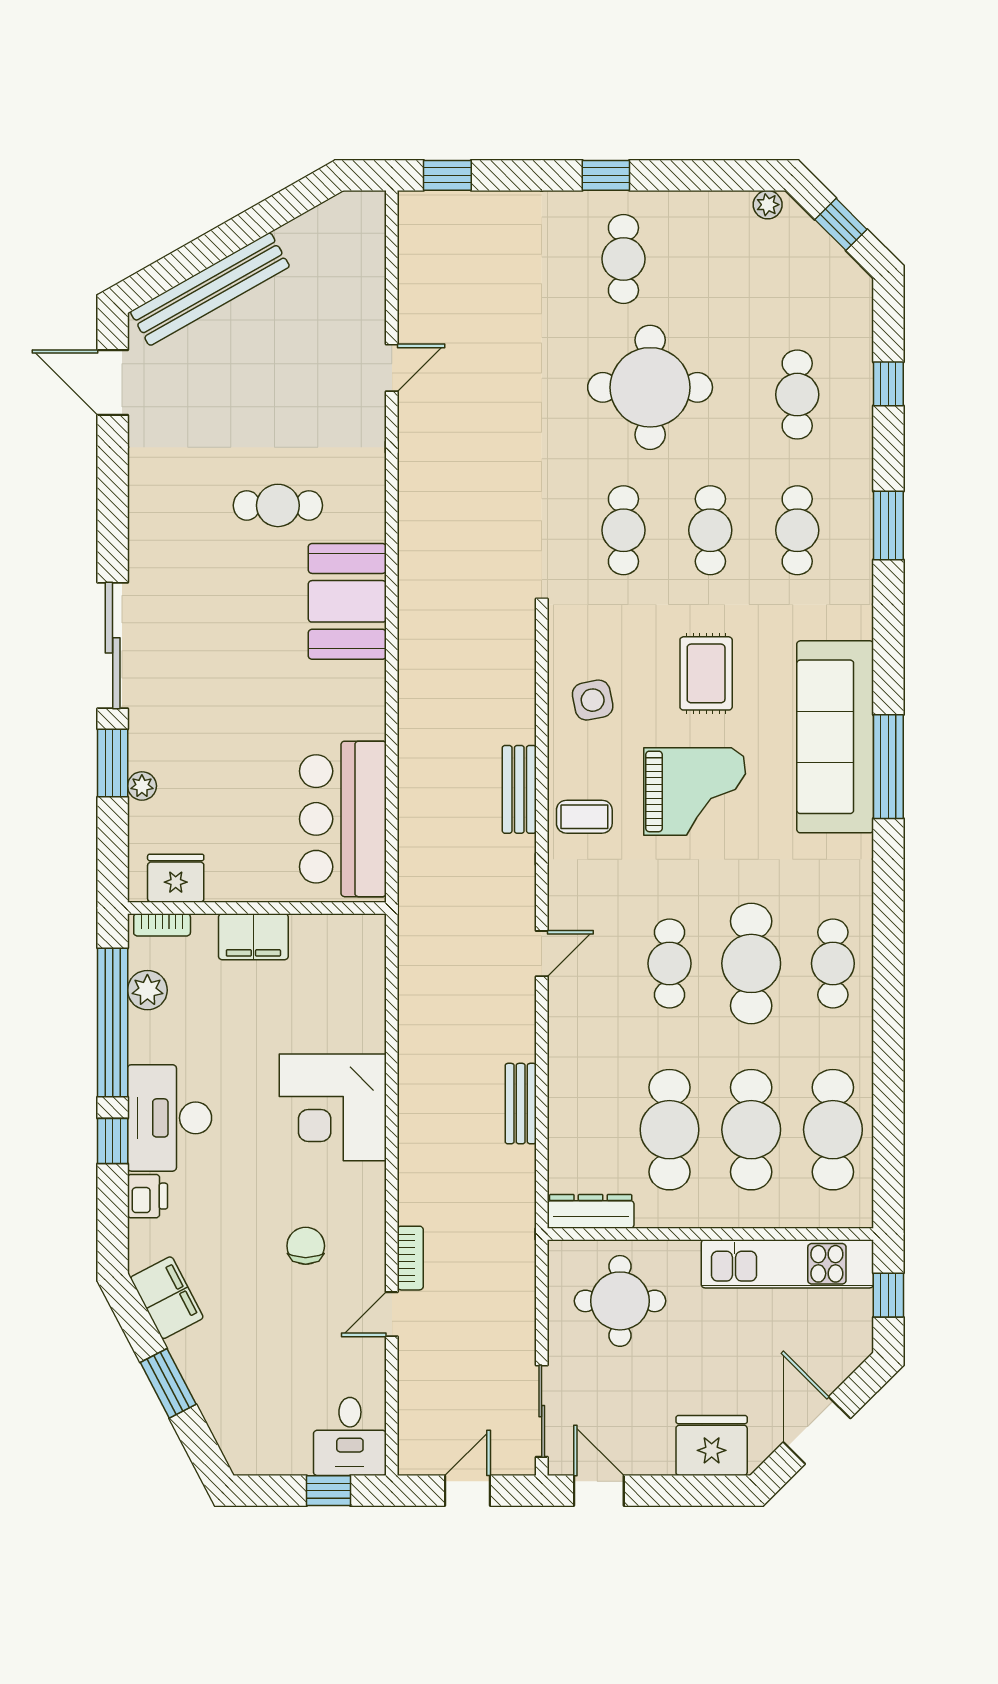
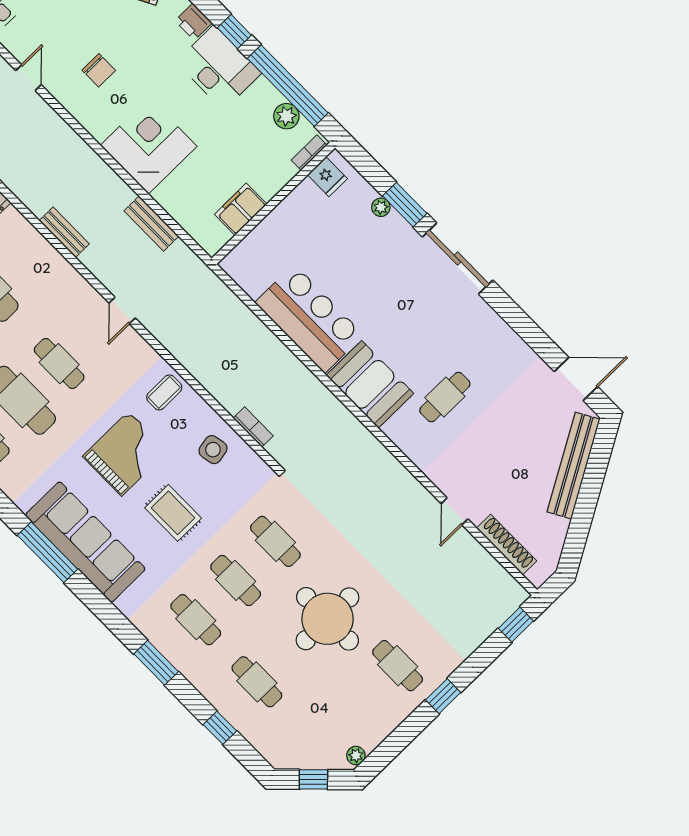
shoe rack: (370, 274) -> (507, 545), added
bench: (519, 789) -> (151, 223), moved
grand piano: (695, 791) -> (125, 454), turned 180
bar counter: (343, 819) -> (309, 319), moved
fridge: (176, 878) -> (327, 177), width x0.72
filing cabinet: (253, 937) -> (241, 209), moved
bookcase: (410, 1258) -> (253, 427), moved, turned 180

